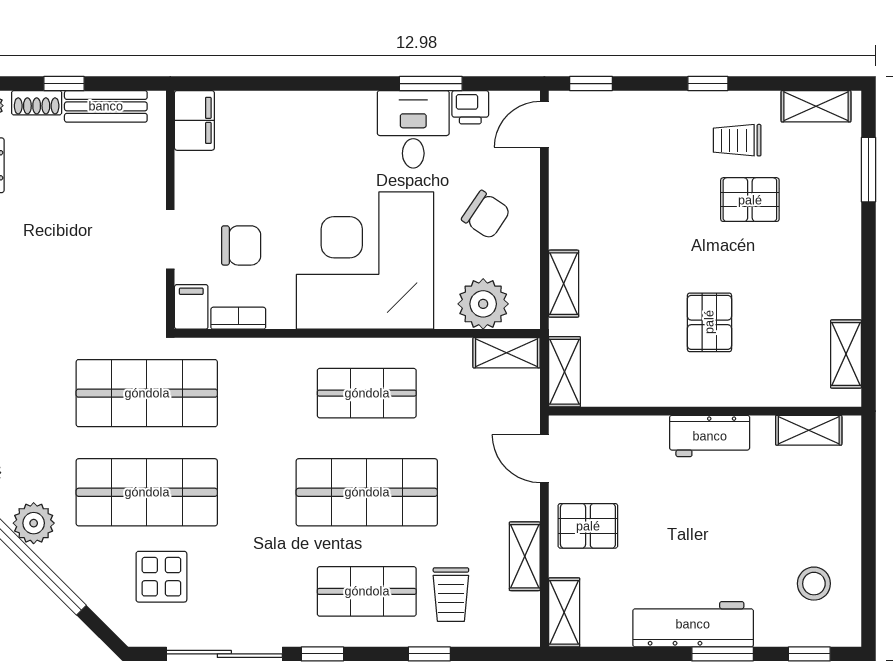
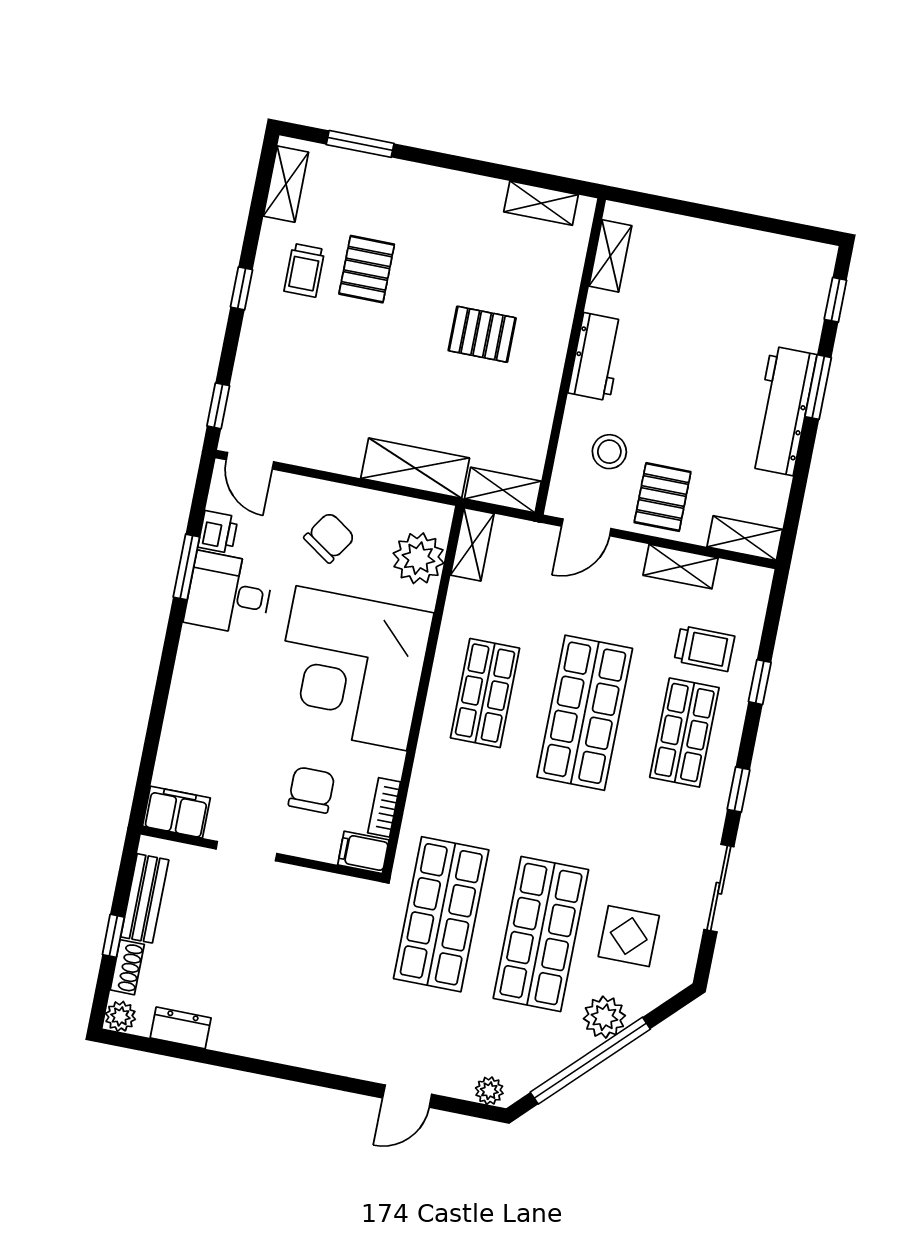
doorway: (170, 239) -> (246, 851), moved
shelving: (564, 284) -> (415, 468), width x1.50, depth x1.33
plant: (34, 523) -> (604, 1017), moved
stool: (814, 584) -> (609, 452), moved
sliding door: (224, 654) -> (719, 888), width x0.73

